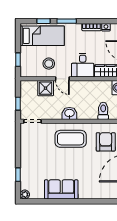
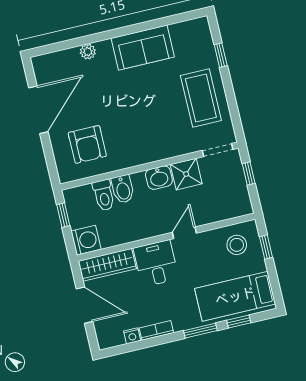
stool: (49, 64) -> (237, 245), moved
door: (62, 79) -> (184, 233), hinge flipped
shower: (46, 88) -> (186, 174), moved
bidet: (92, 112) -> (123, 189), added
coffee table: (71, 139) -> (201, 98), moved, turned 90
plant: (25, 194) -> (88, 52), moved

